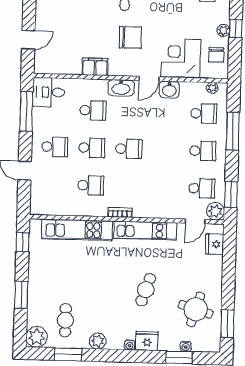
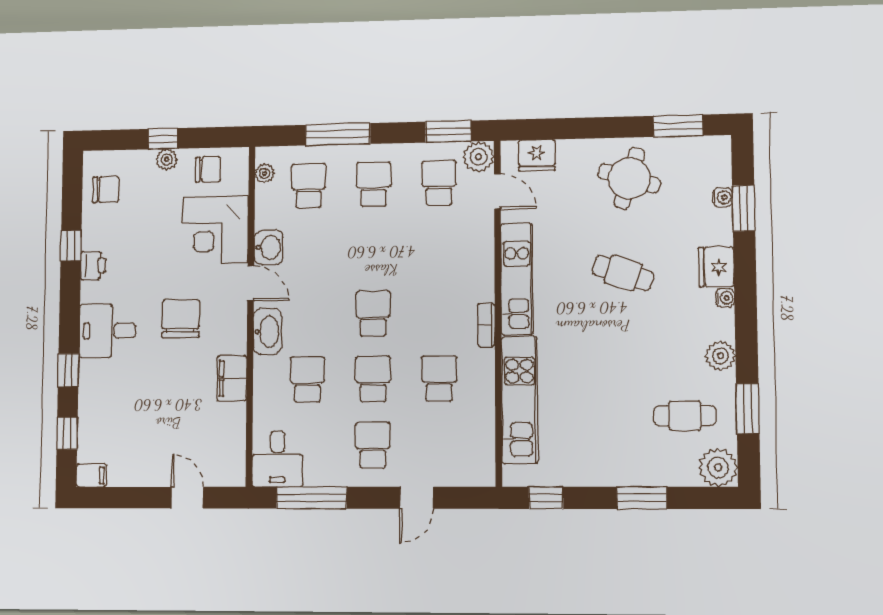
round table: (196, 309) -> (629, 178), moved

